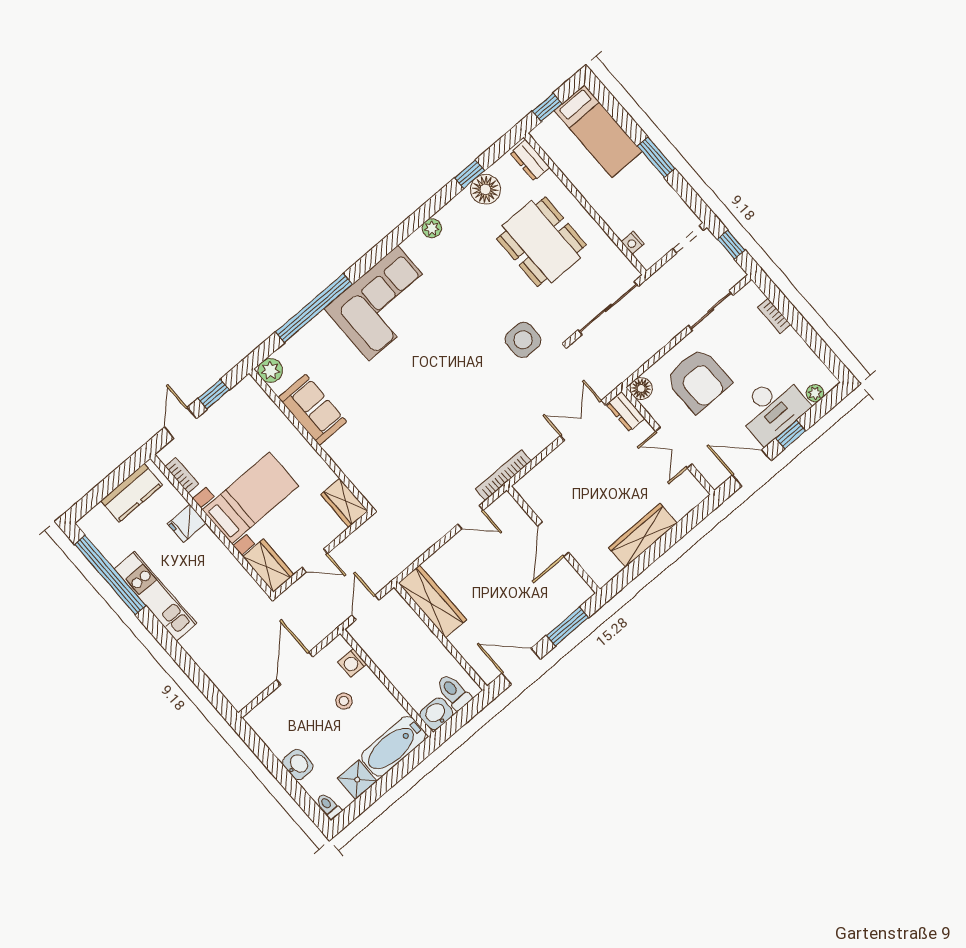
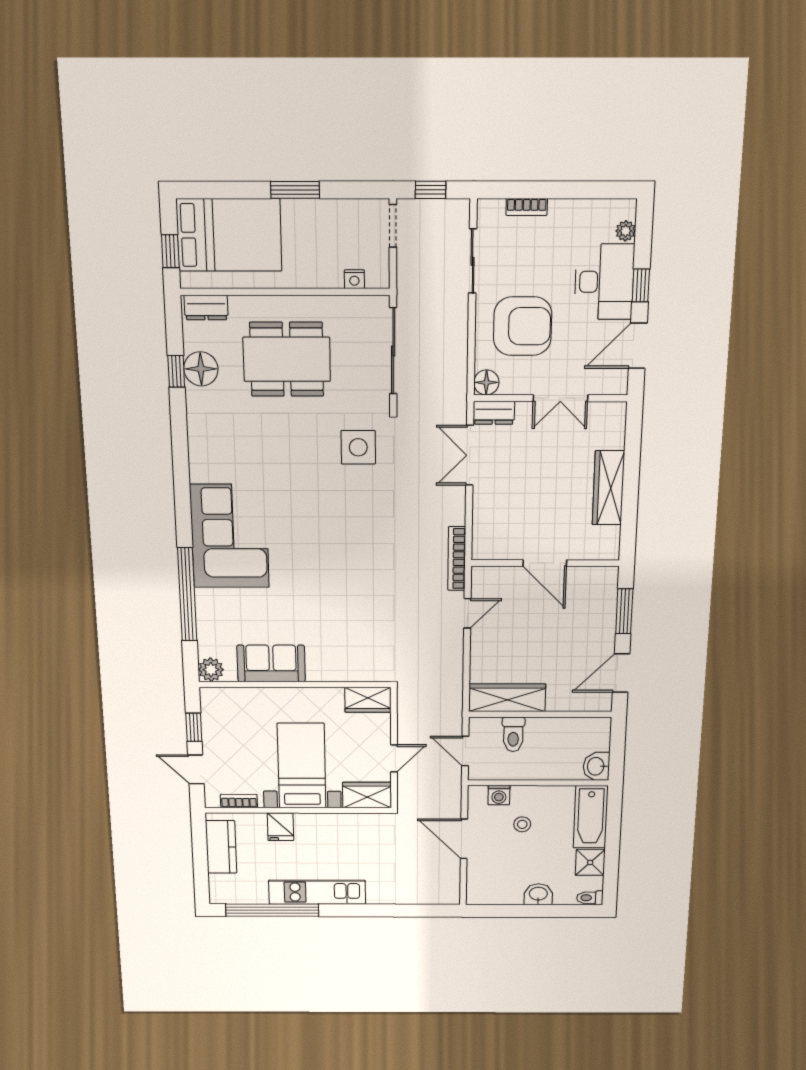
bed: (598, 131) -> (229, 235), width x1.50
plant: (432, 228) -> (198, 443), removed
toilet: (454, 692) -> (513, 734), moved, turned -90

